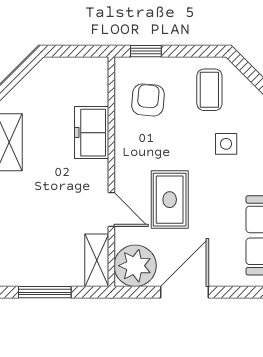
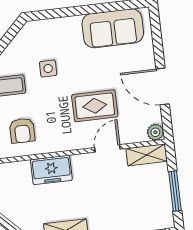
armchair: (148, 100) -> (22, 131), turned -95
plant: (135, 266) -> (155, 132), width x0.53, depth x0.53

